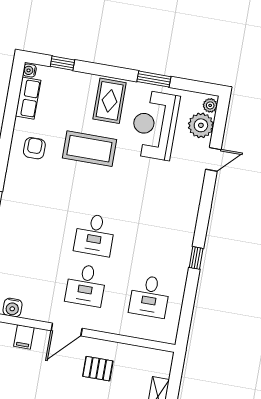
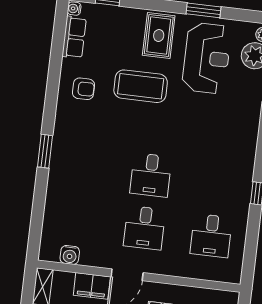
reception desk: (155, 125) -> (207, 58), turned 180
armchair: (34, 148) -> (84, 89), turned 90
filing cabinet: (24, 337) -> (92, 286), width x2.00

